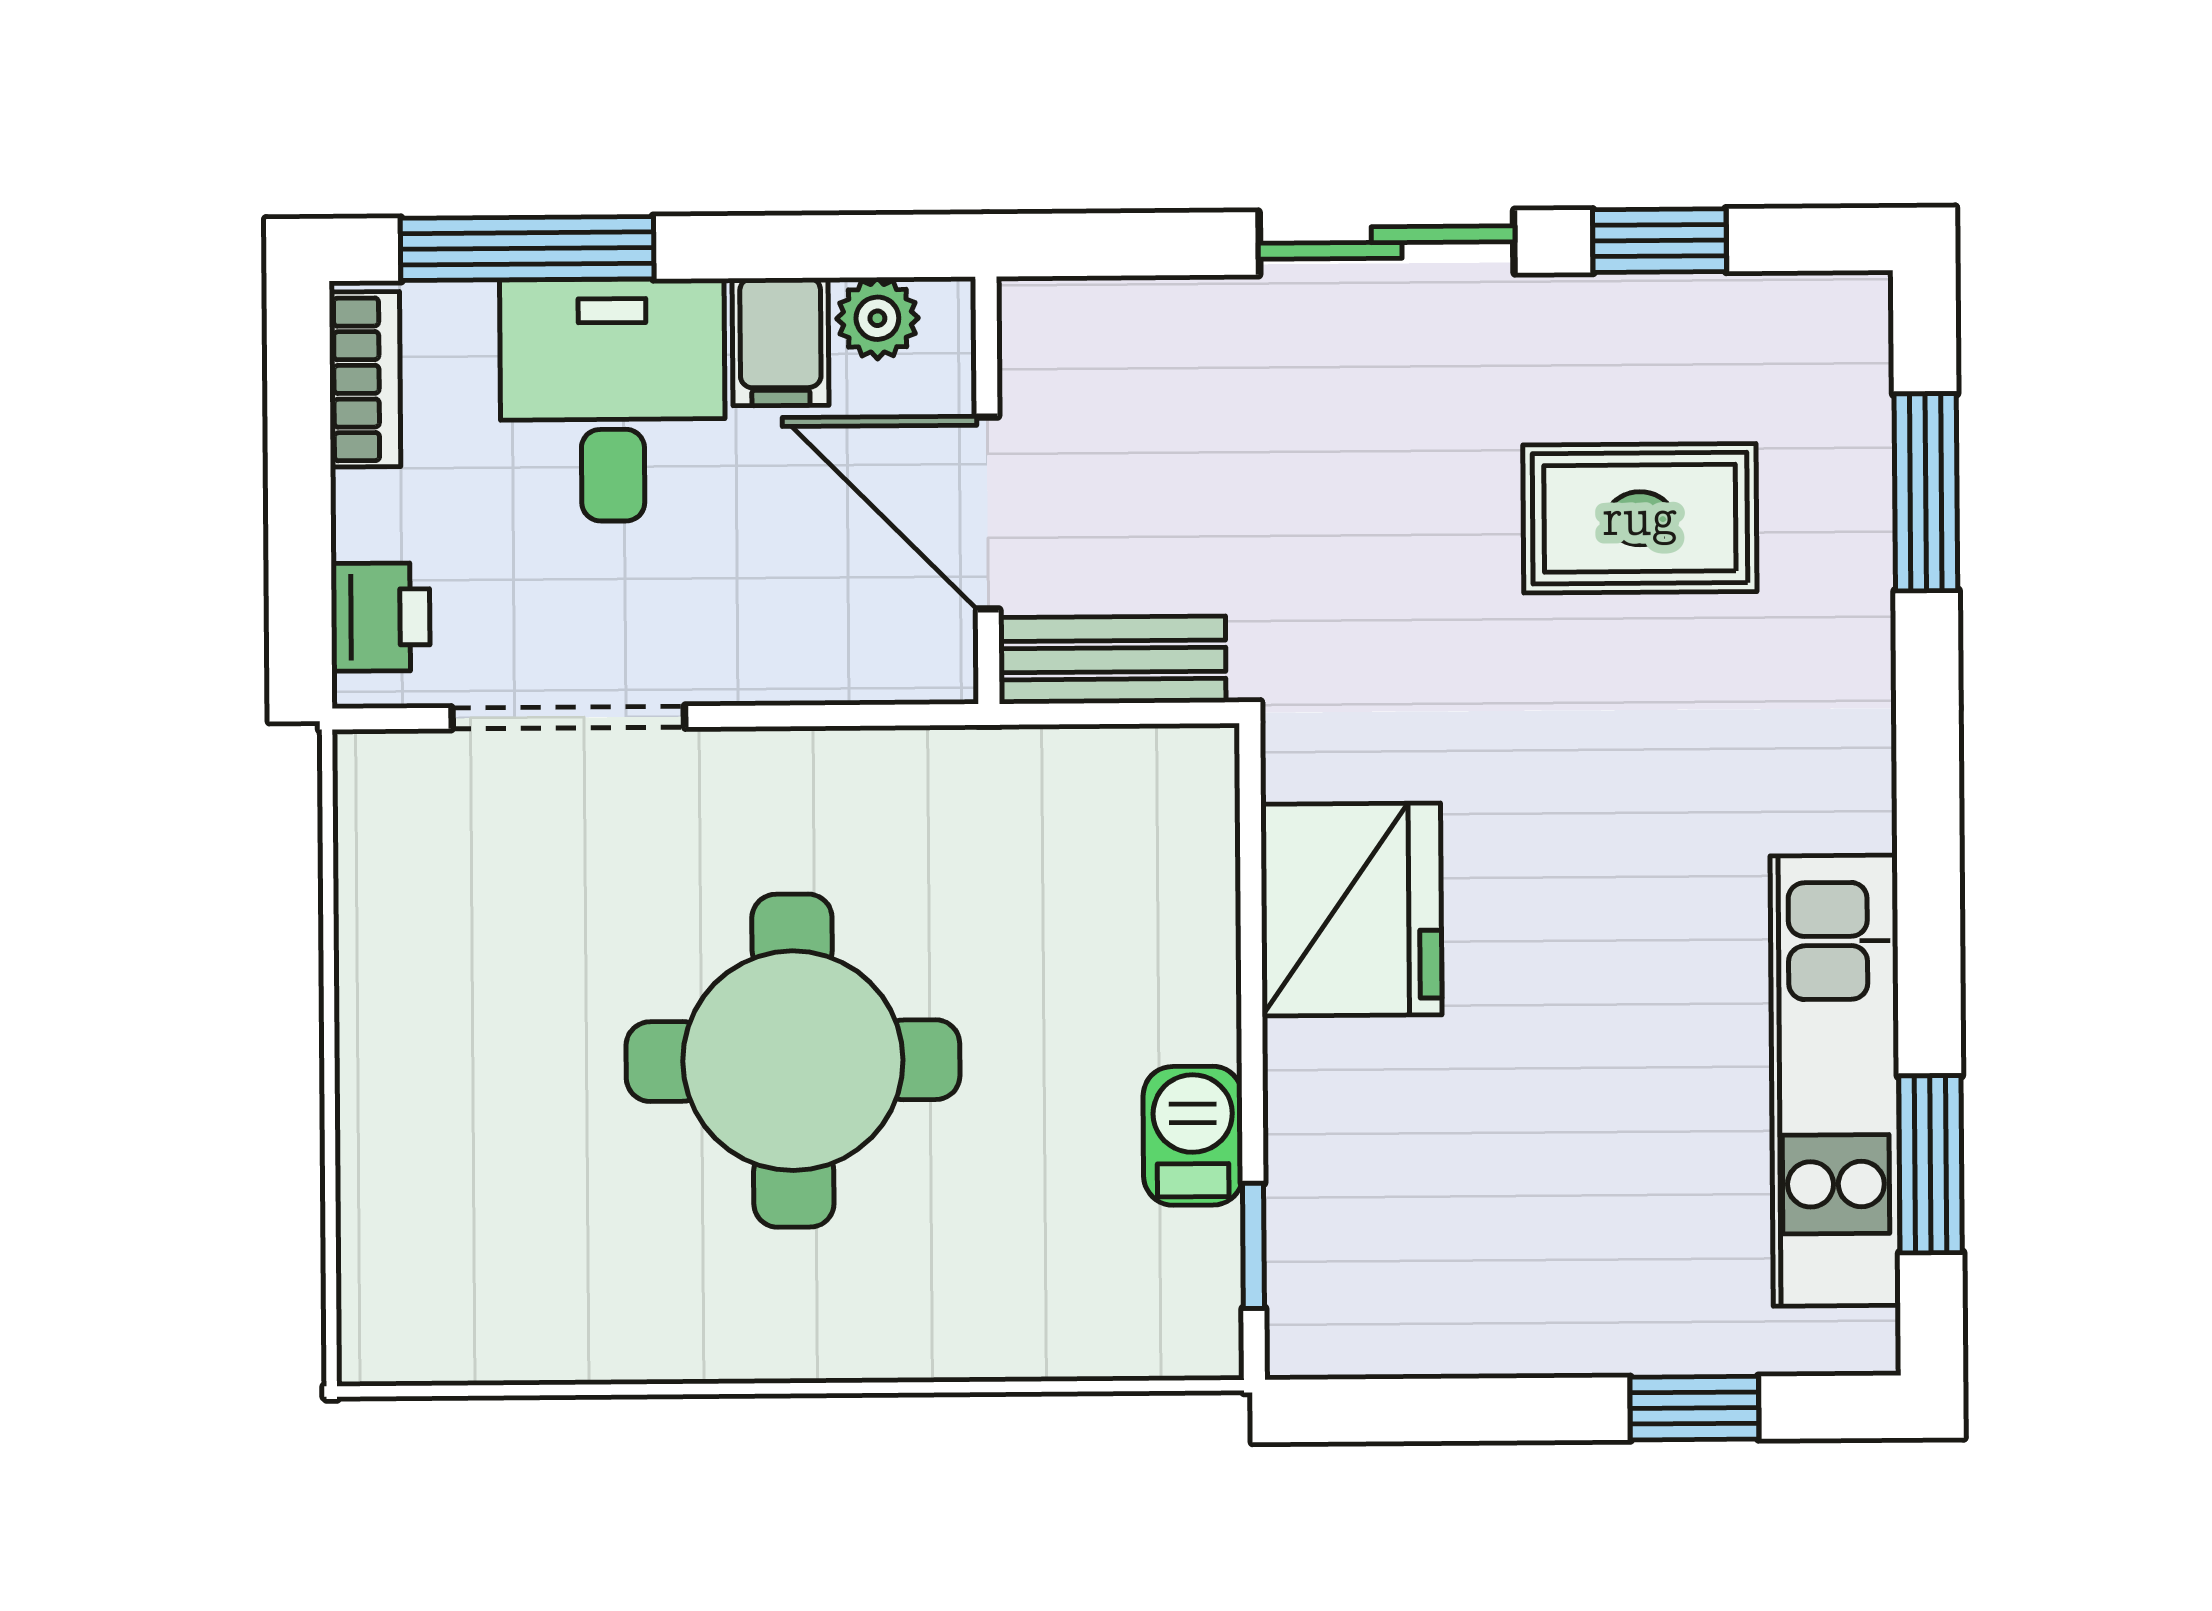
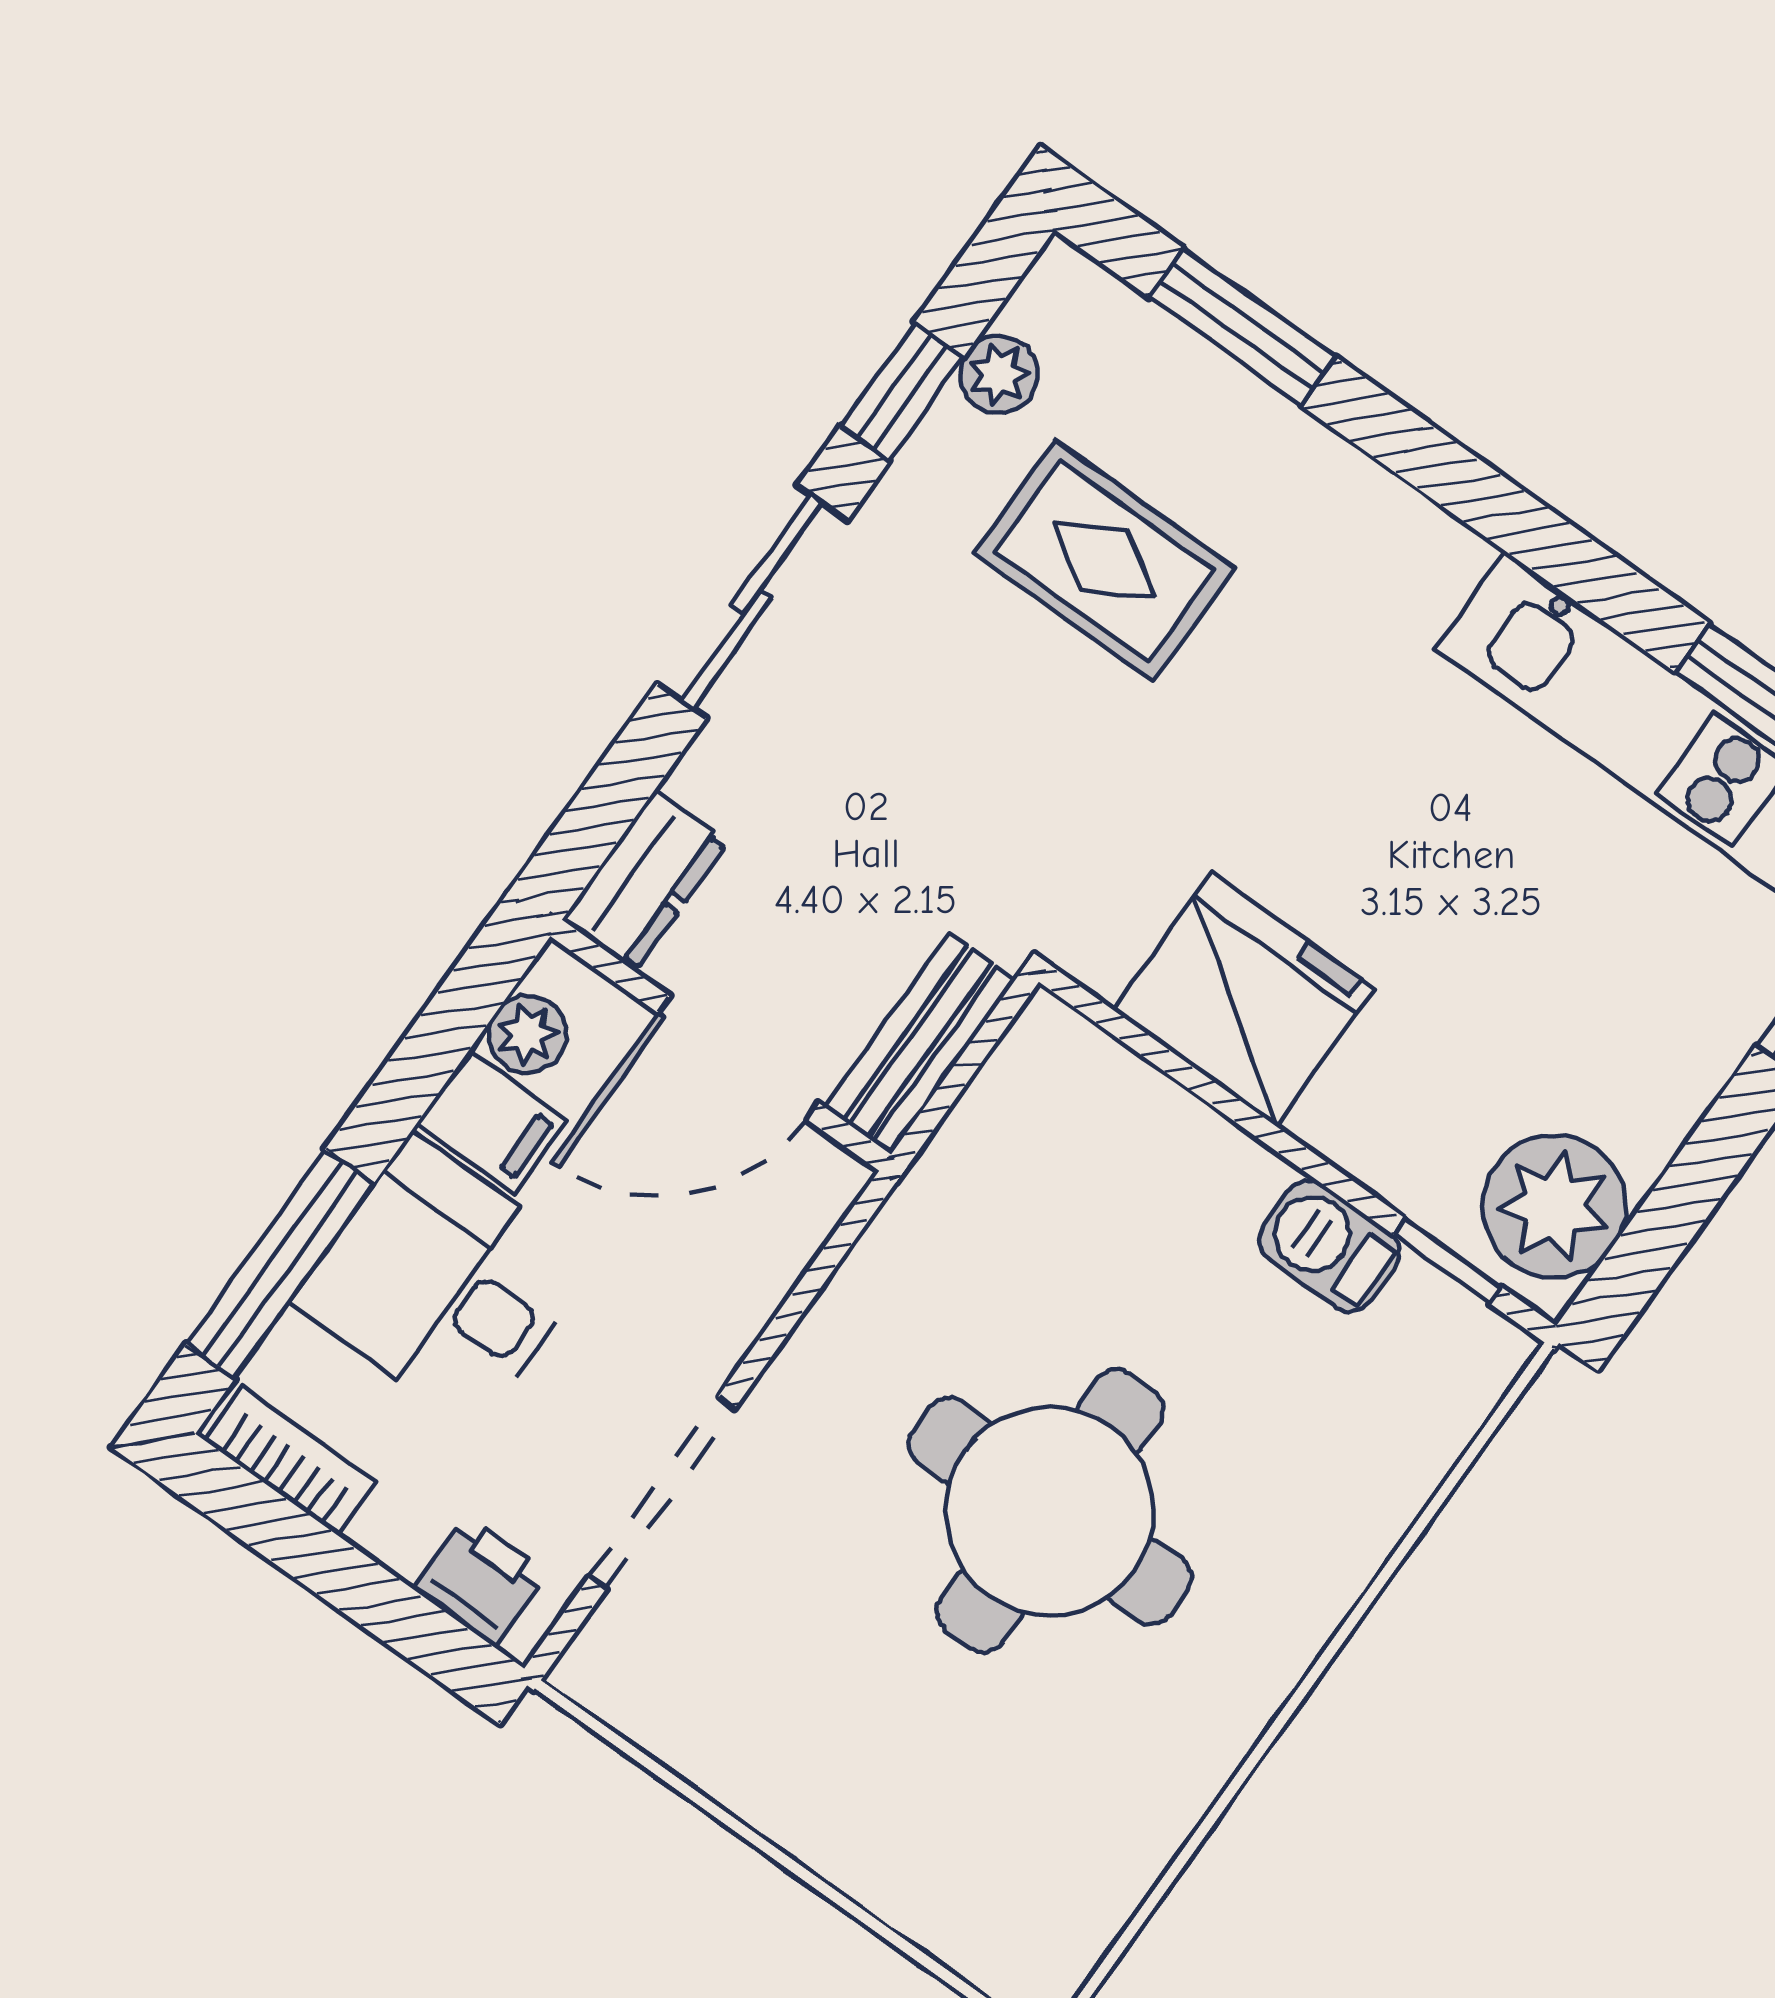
plant: (1734, 313) -> (999, 375), added
dresser: (1081, 323) -> (645, 881), added
rug: (1640, 518) -> (1104, 561), turned 90
plant: (1366, 1304) -> (1554, 1206), added

